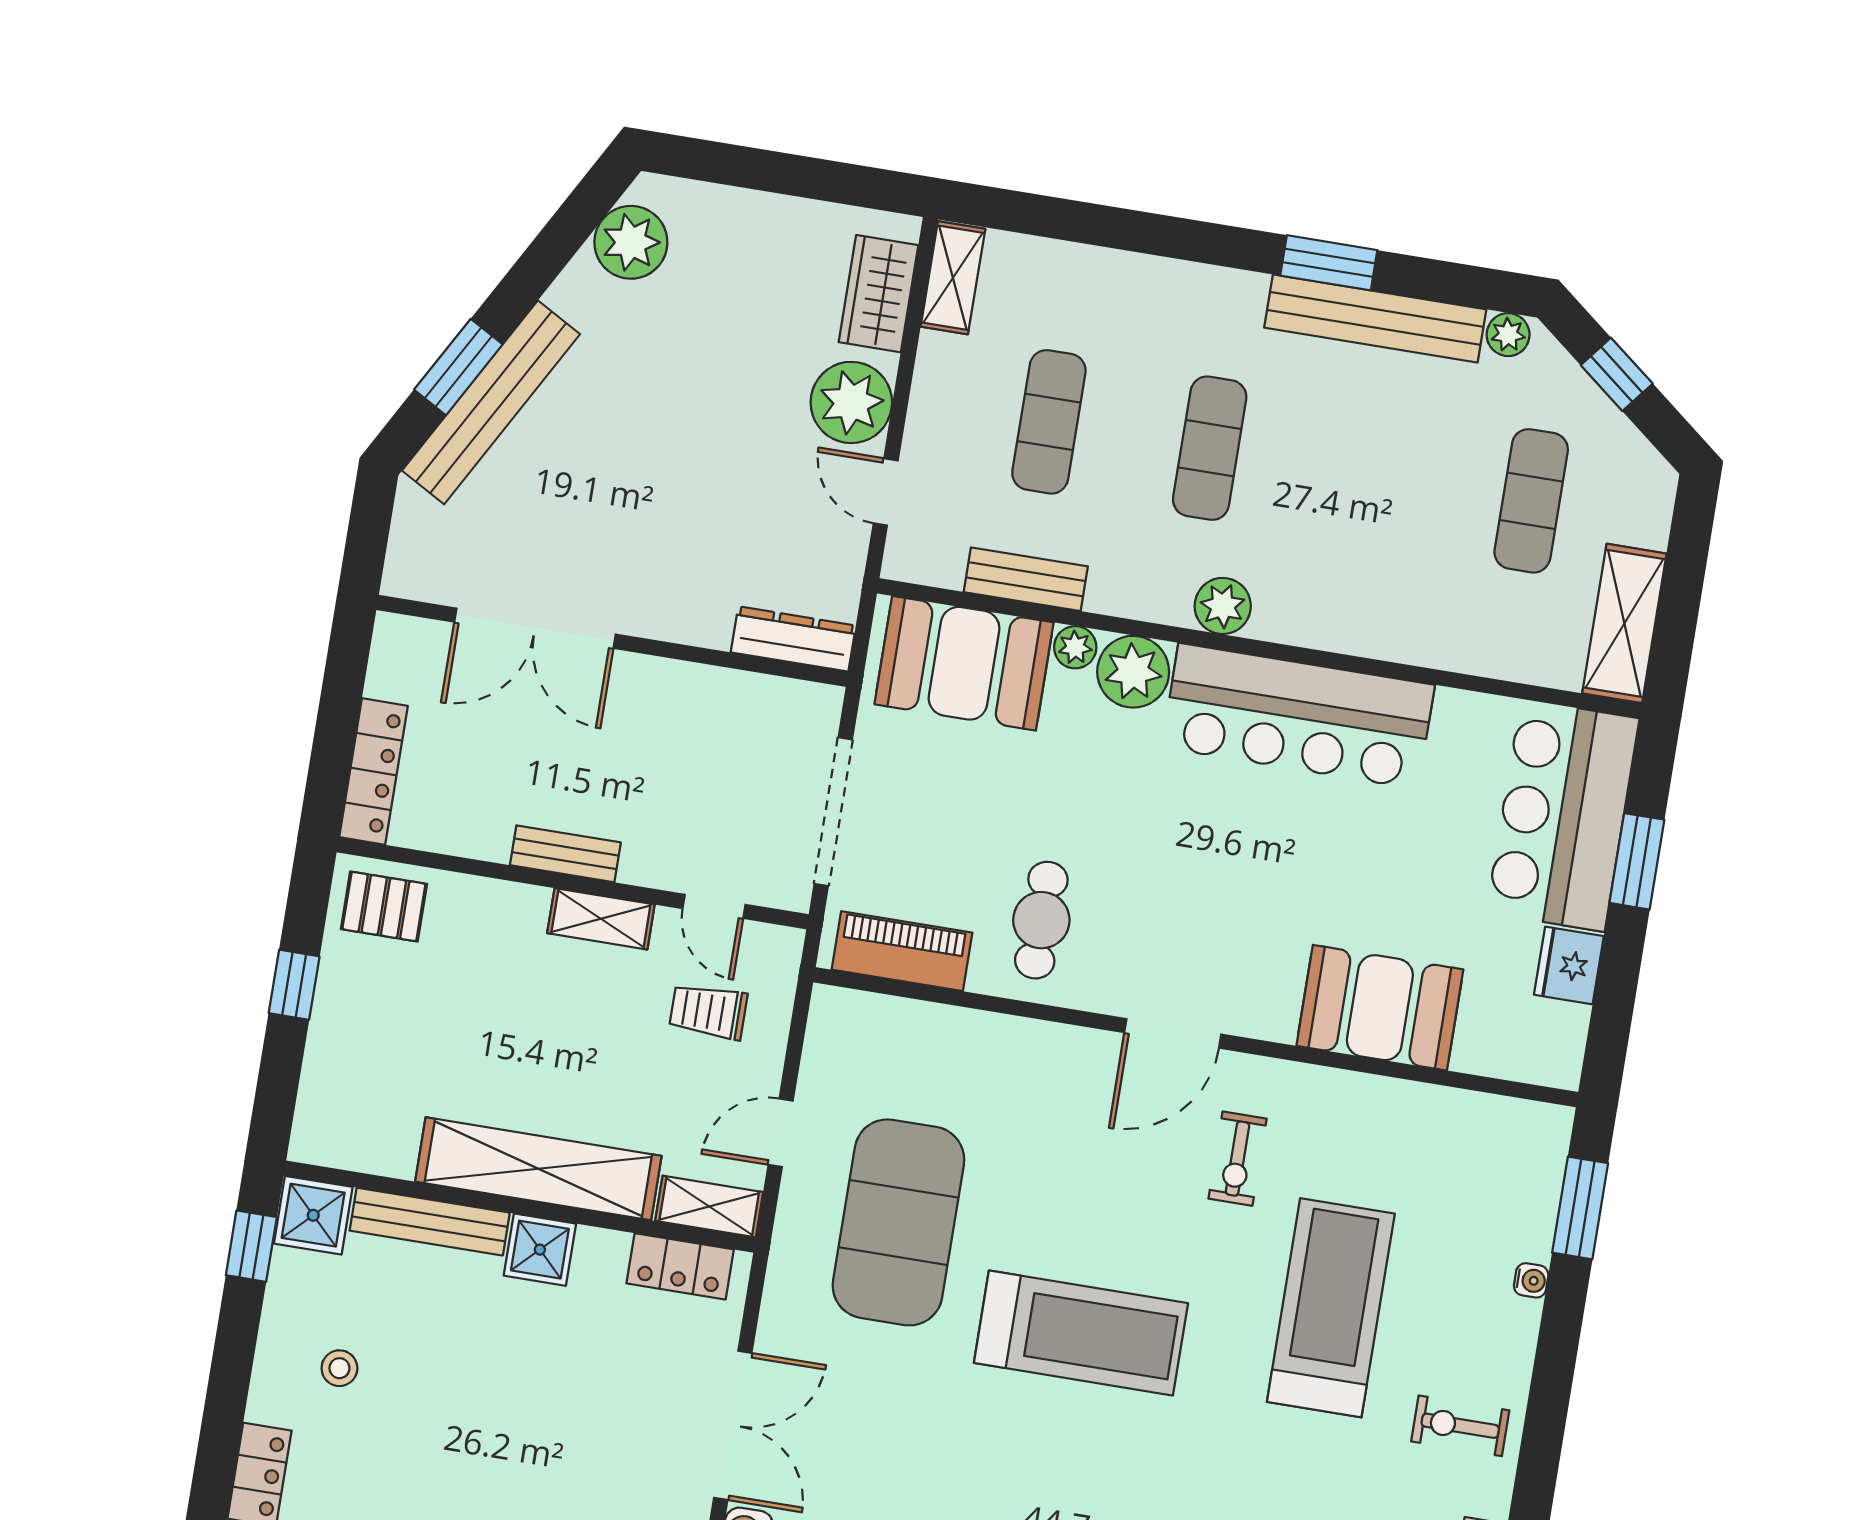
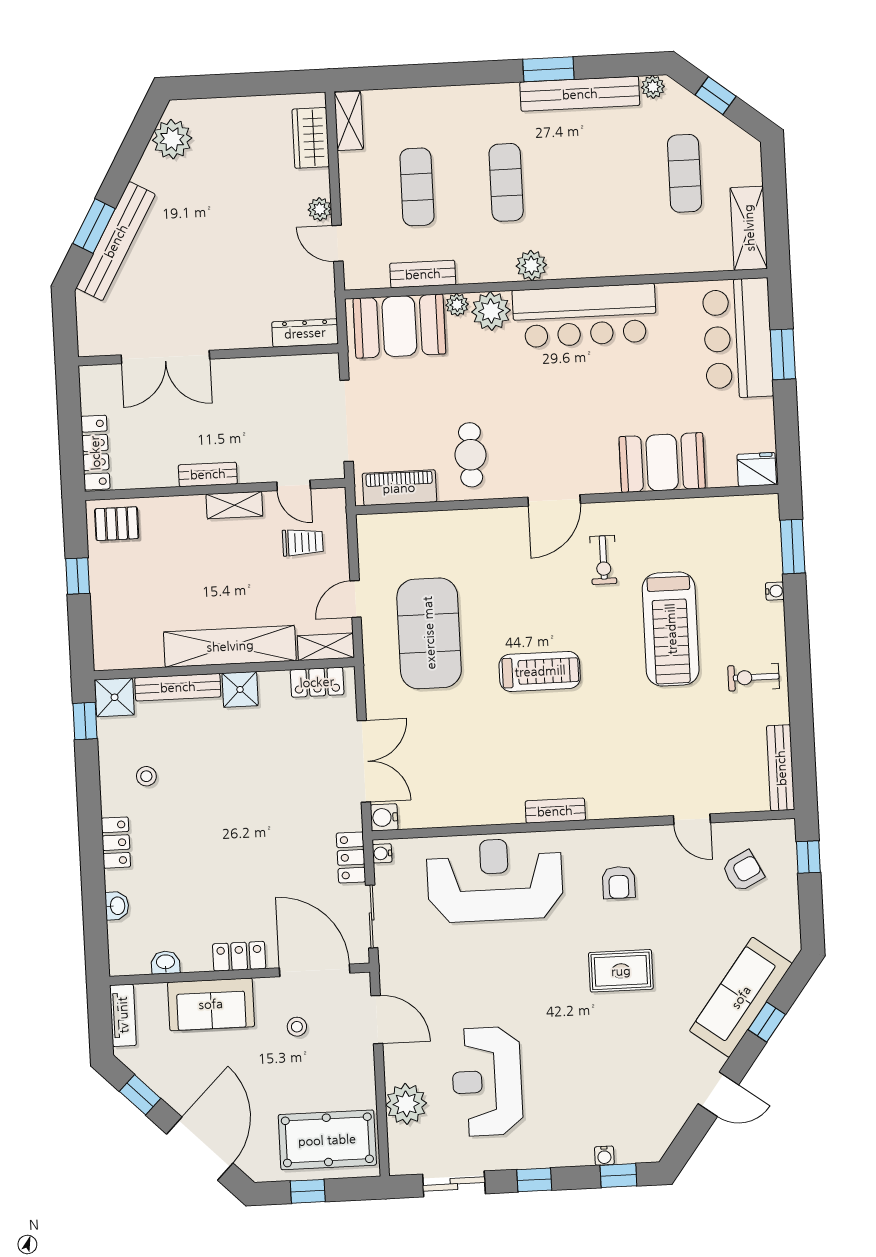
plant: (851, 402) -> (320, 209), width x0.53, depth x0.53
fridge: (1569, 965) -> (757, 469), moved, turned 90
trolley: (708, 1011) -> (303, 542), turned 180
treadmill: (1331, 1308) -> (671, 629), turned 180
treadmill: (1081, 1333) -> (540, 671), width x0.73, depth x0.73

